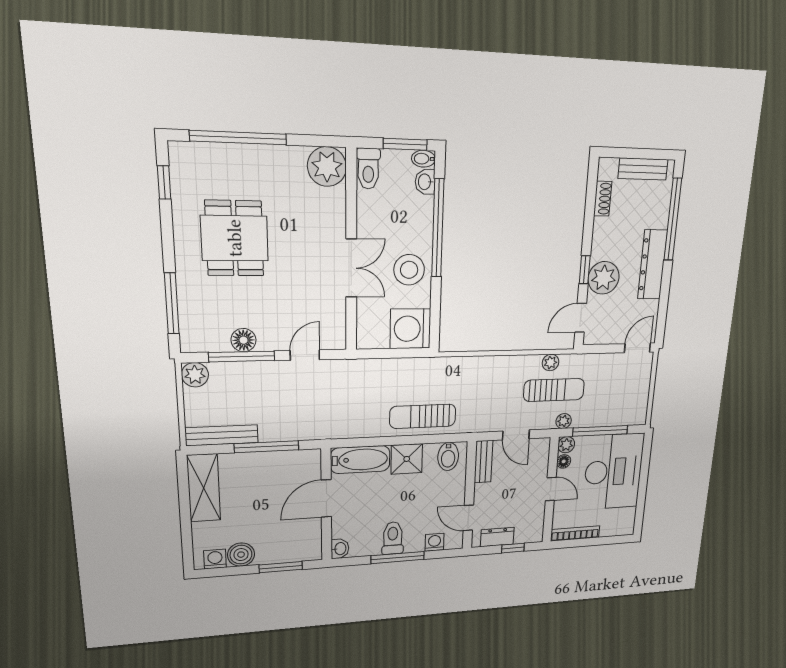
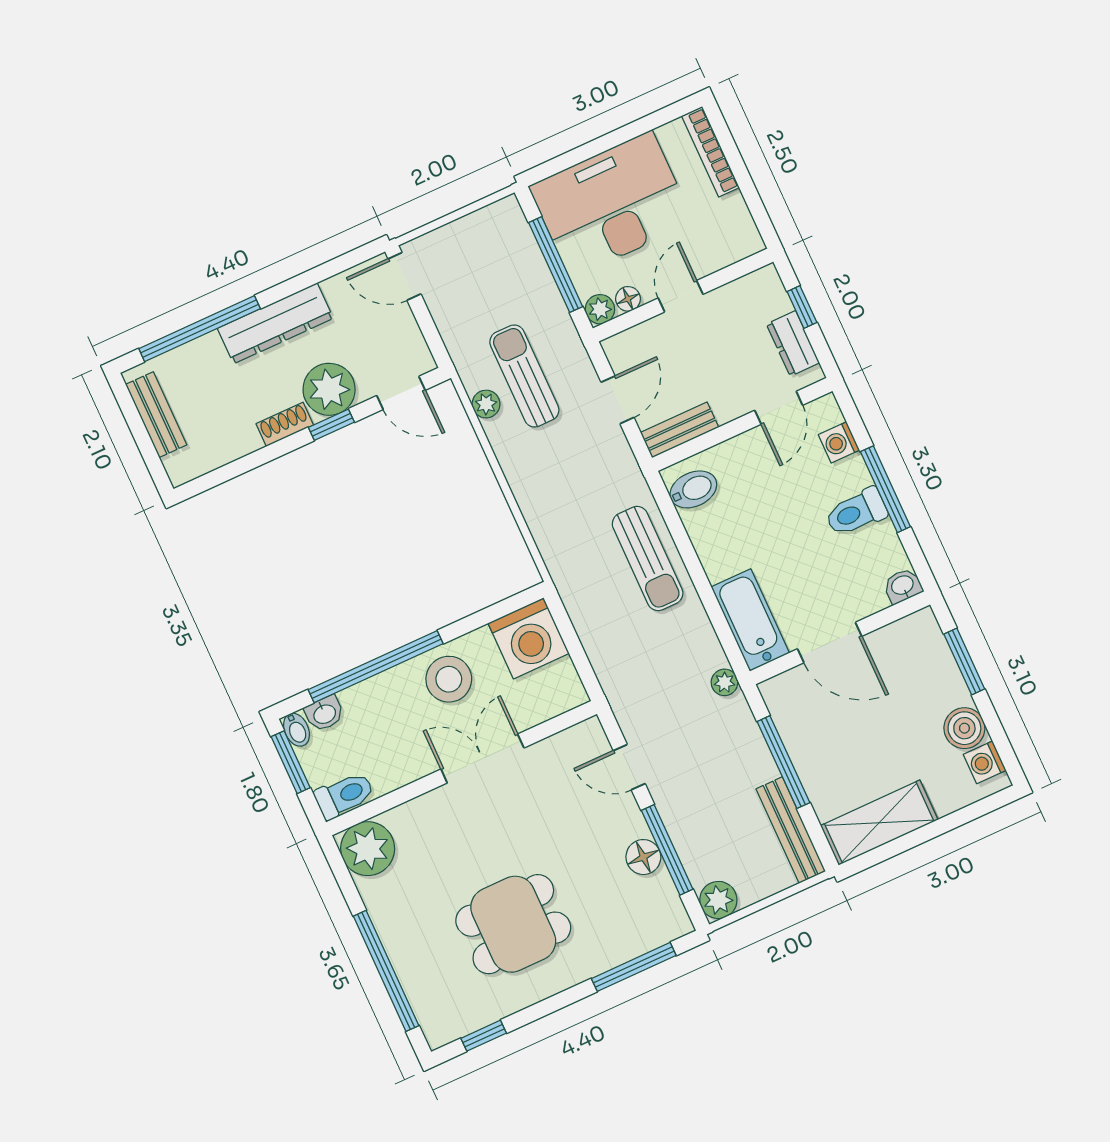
shoe rack: (603, 199) -> (285, 424), moved
plant: (564, 421) -> (724, 682), moved
shower: (407, 459) -> (722, 551), removed
bookcase: (575, 533) -> (710, 152), moved

